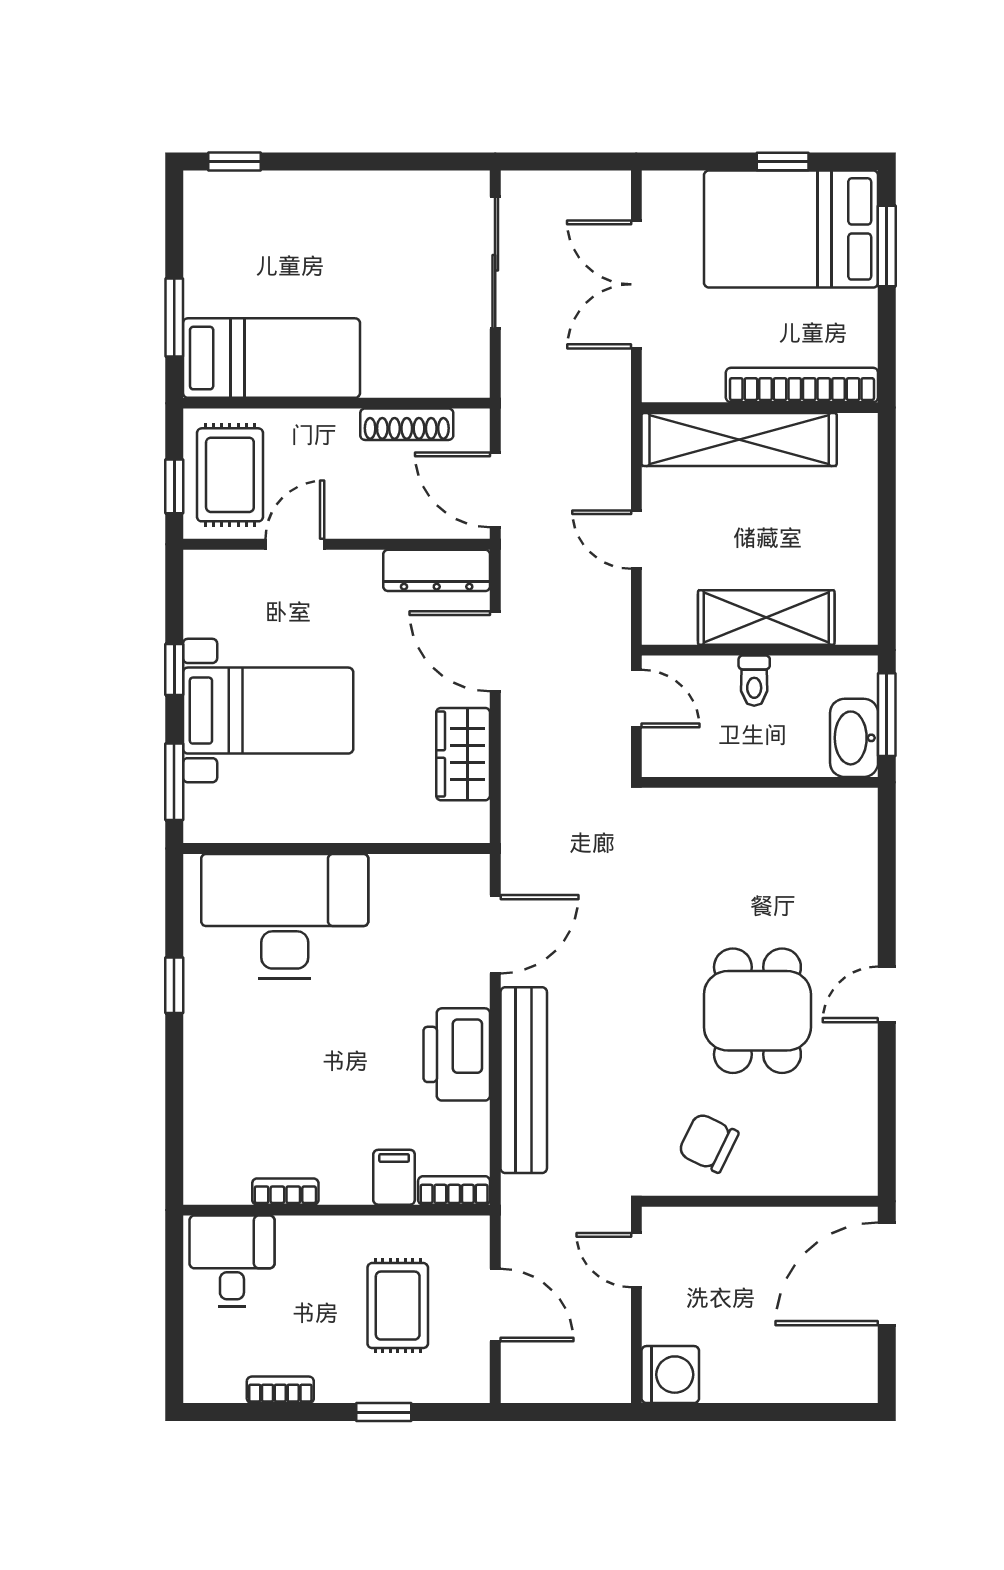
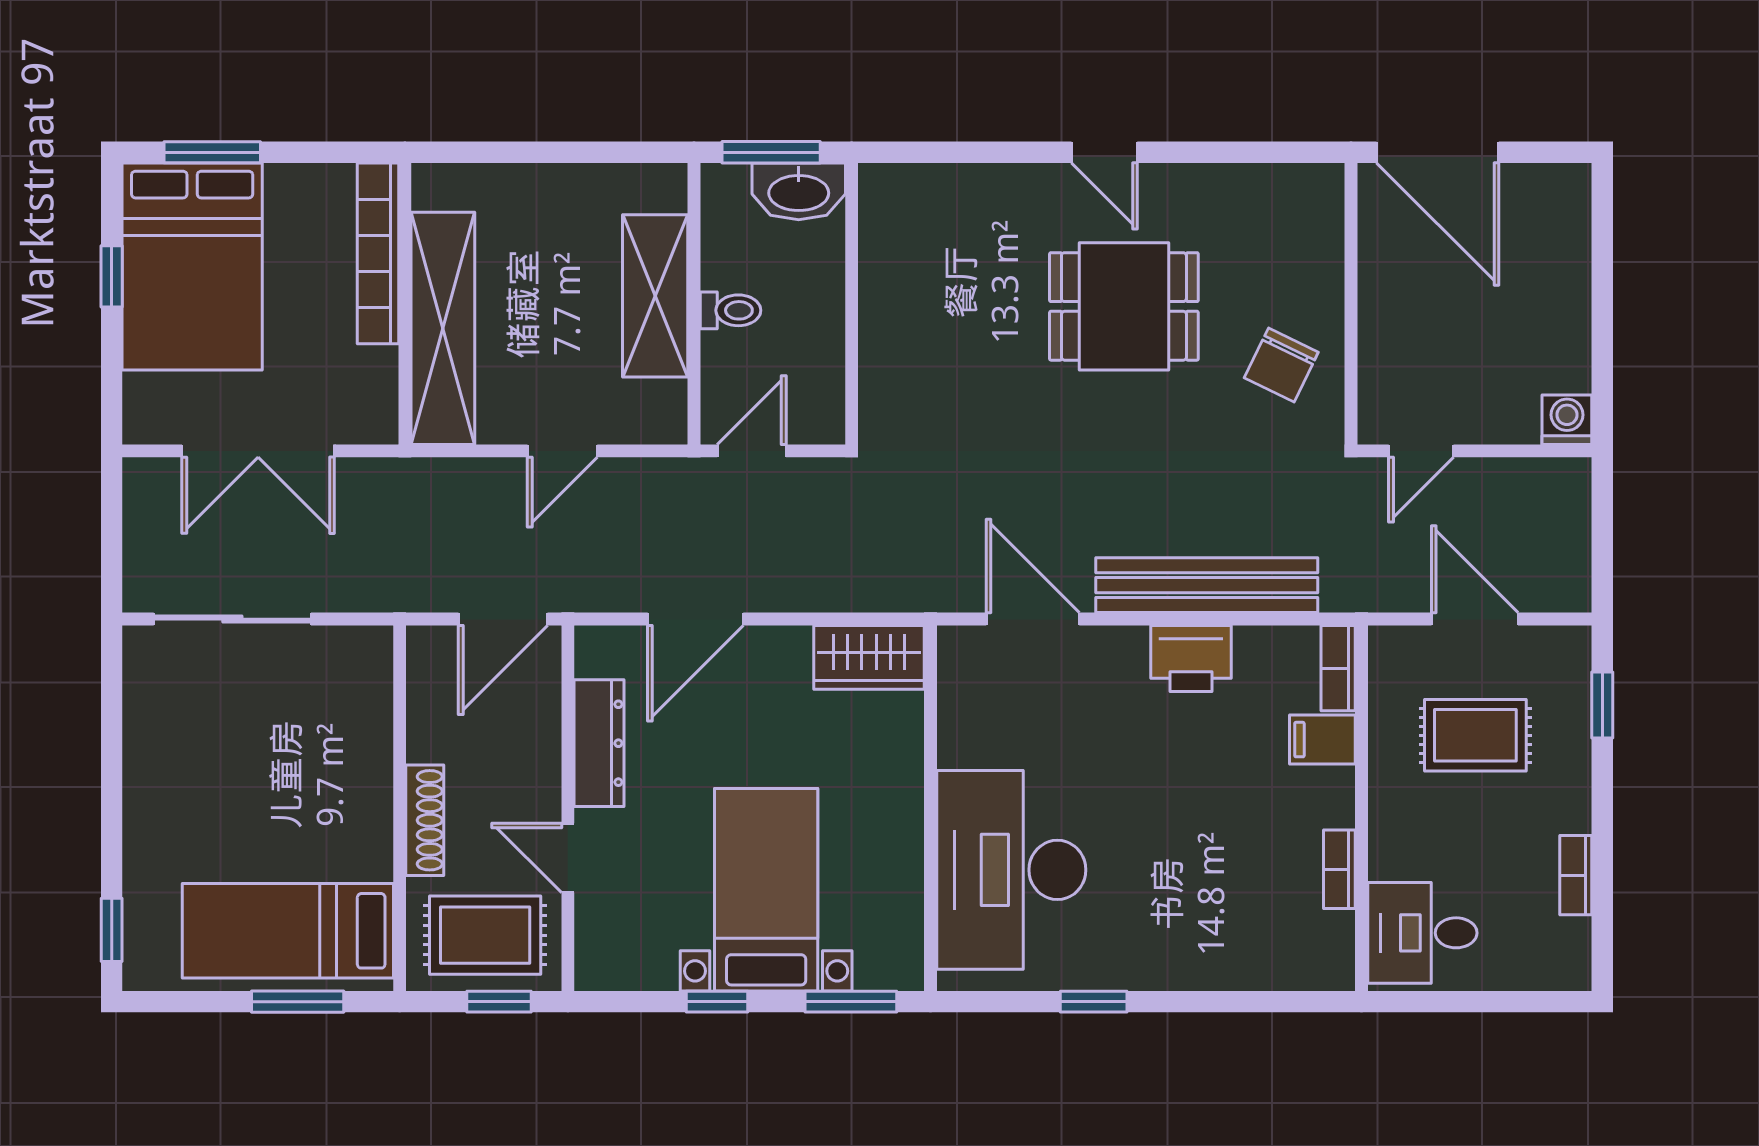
bed: (271, 358) -> (288, 931), moved, turned -90
shoe rack: (407, 424) -> (425, 820), moved
dresser: (437, 570) -> (599, 743), moved
wardrobe: (463, 754) -> (869, 657), moved
printer: (457, 1054) -> (1191, 658), width x0.73, depth x0.84
door: (495, 1305) -> (1475, 619), hinge flipped
washing machine: (670, 1375) -> (1567, 420), width x0.73, depth x0.73
window: (384, 1412) -> (1602, 705), moved

